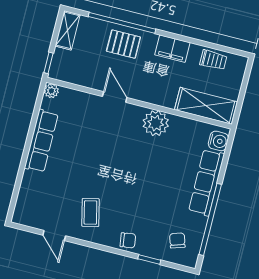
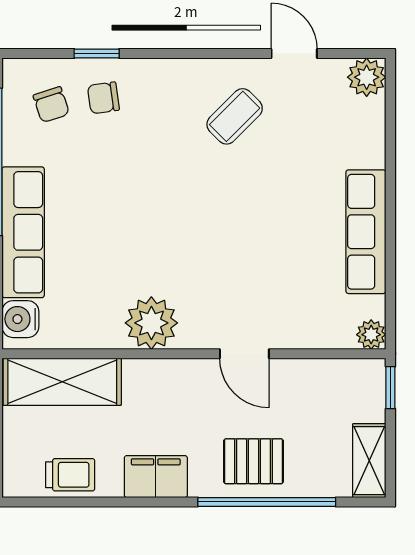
trolley: (213, 60) -> (70, 475), turned 180
coffee table: (90, 212) -> (235, 116), turned 58
plant: (22, 215) -> (367, 77), added
chair: (128, 240) -> (103, 98), moved

